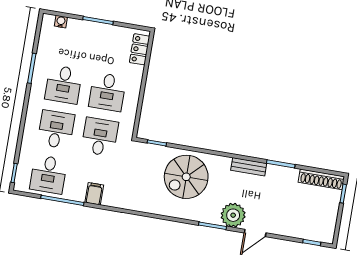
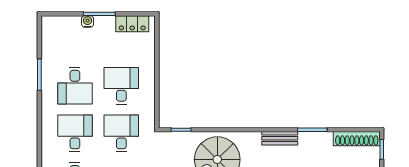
water cooler: (61, 22) -> (88, 21), moved
locker: (140, 49) -> (132, 24), moved, turned -90
desk: (107, 92) -> (121, 86), turned 180

